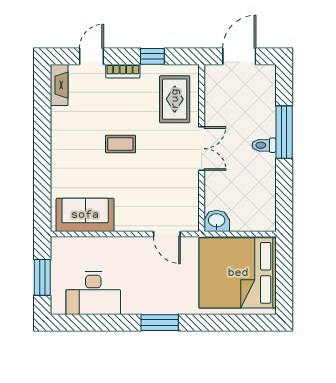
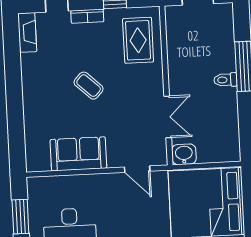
coffee table: (120, 144) -> (89, 86), turned 43
double door: (202, 149) -> (168, 117), moved
sofa: (85, 215) -> (78, 154), moved

